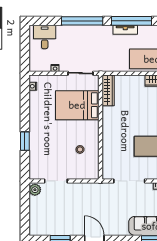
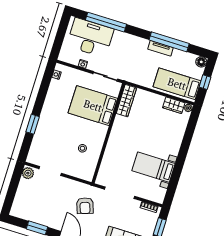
window: (82, 21) -> (106, 22), moved
desk: (45, 37) -> (90, 38), width x1.87, depth x1.30
armchair: (100, 204) -> (85, 206), added

